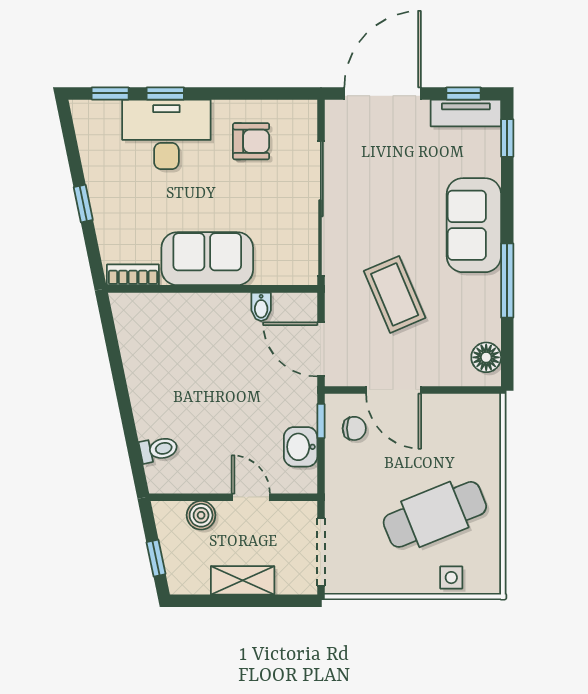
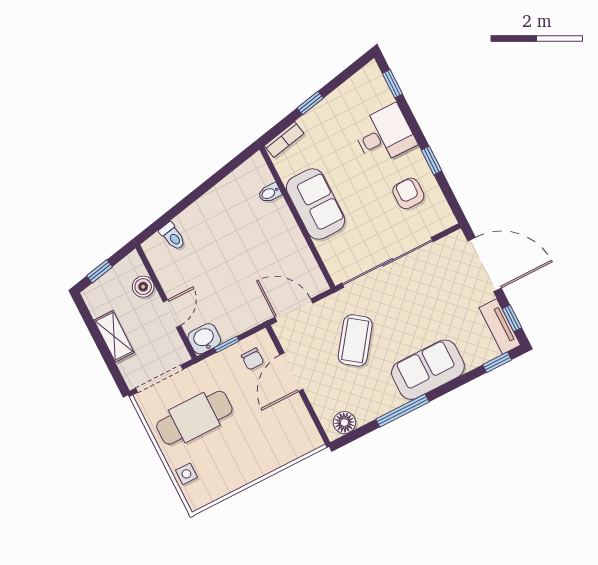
window: (165, 93) -> (432, 160), moved
desk: (166, 134) -> (384, 135), width x0.73
armchair: (251, 141) -> (408, 193), turned 180
bookcase: (133, 275) -> (284, 140), moved, turned 78
coffee table: (395, 294) -> (355, 340), turned -31
bidet: (261, 307) -> (270, 193), moved
door: (321, 349) -> (294, 310), hinge flipped
window: (321, 421) -> (227, 344), moved
washbasin: (301, 447) -> (204, 339), moved
cafe table: (435, 514) -> (194, 418), moved, turned -68

